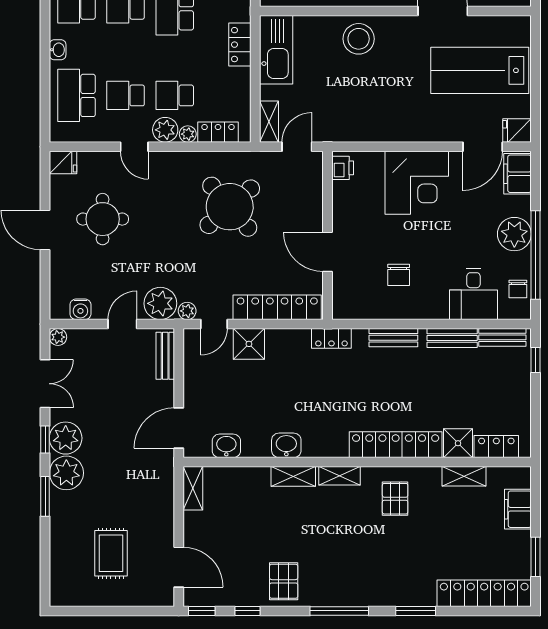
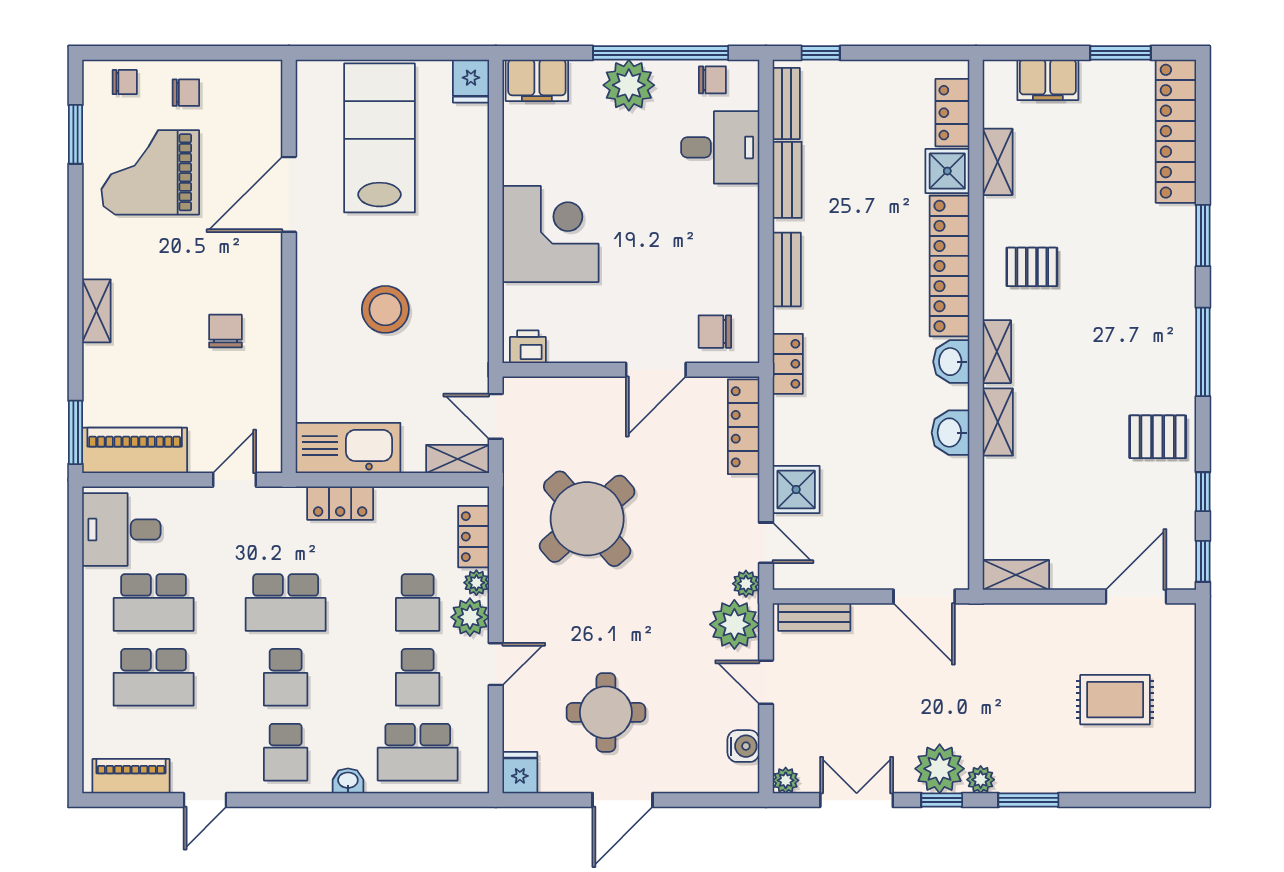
stool: (359, 39) -> (385, 309), moved
lab bench: (480, 70) -> (380, 138), turned 180
door: (483, 147) -> (496, 134), removed
chair: (399, 275) -> (715, 332), moved, turned 180
locker: (277, 307) -> (744, 427), width x0.71, depth x0.83
washbasin: (226, 446) -> (951, 362), moved
plant: (66, 473) -> (981, 780), width x0.53, depth x0.53

